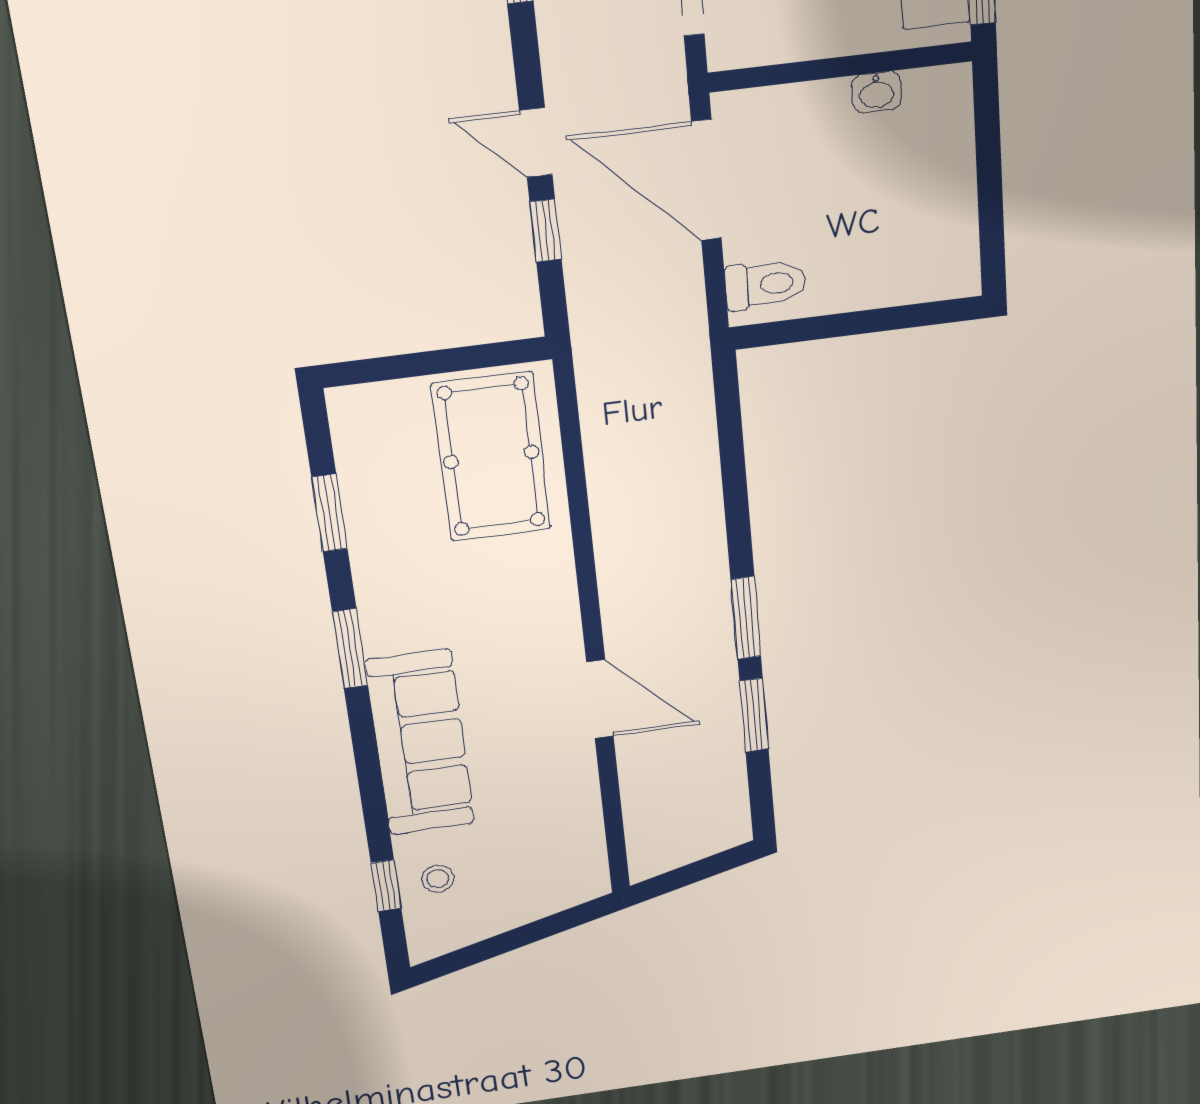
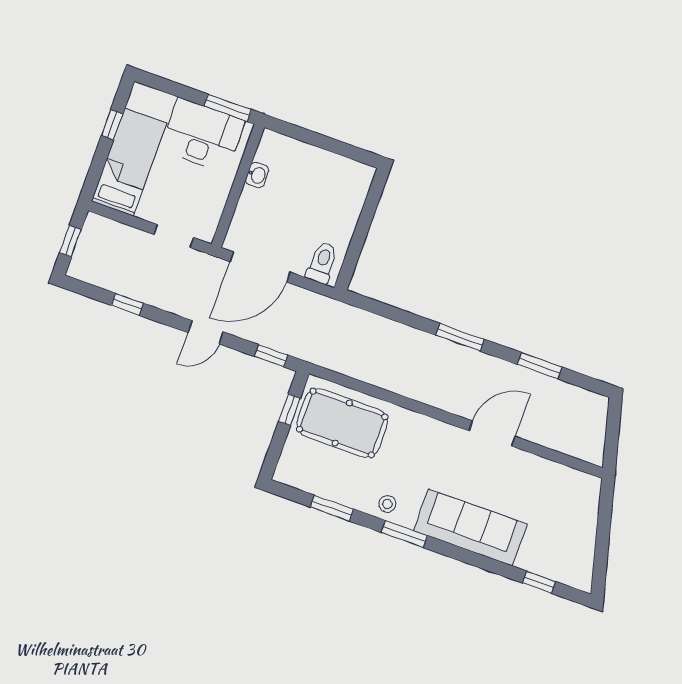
window: (546, 231) -> (271, 356), moved
window: (468, 358) -> (289, 410), added
window: (746, 618) -> (460, 337), moved
stool: (438, 879) -> (387, 504), moved

